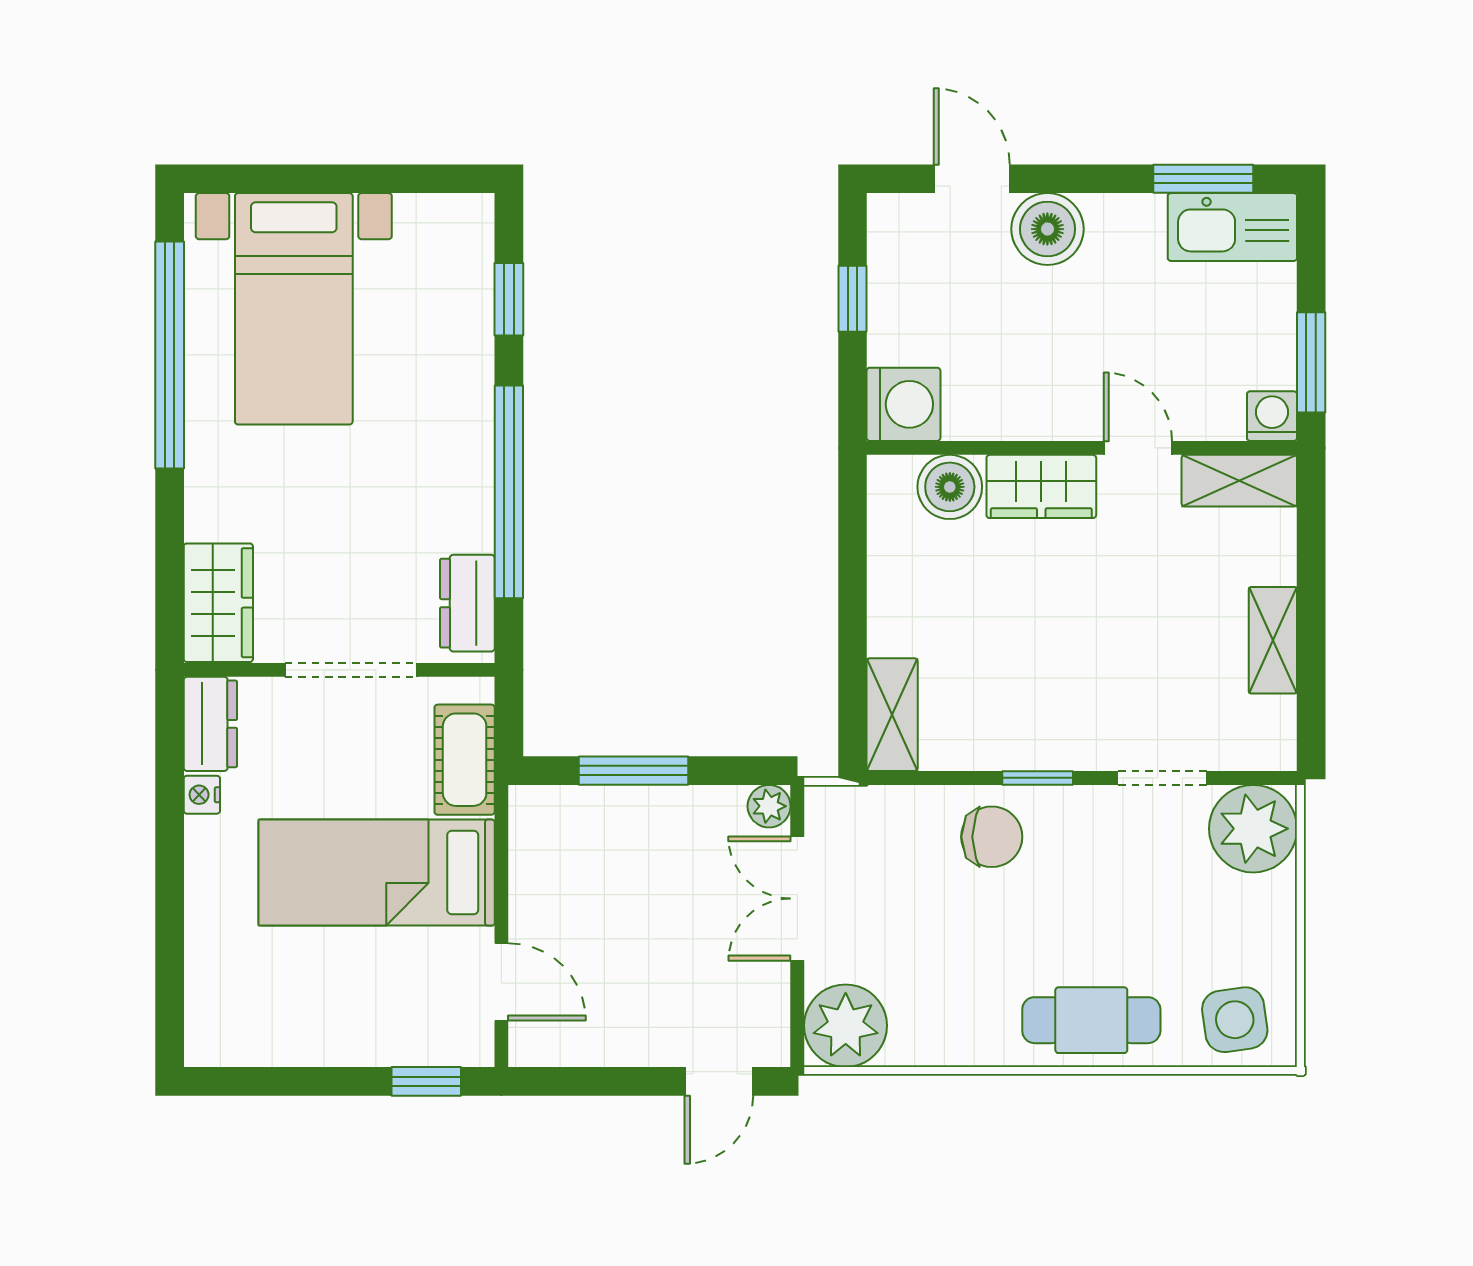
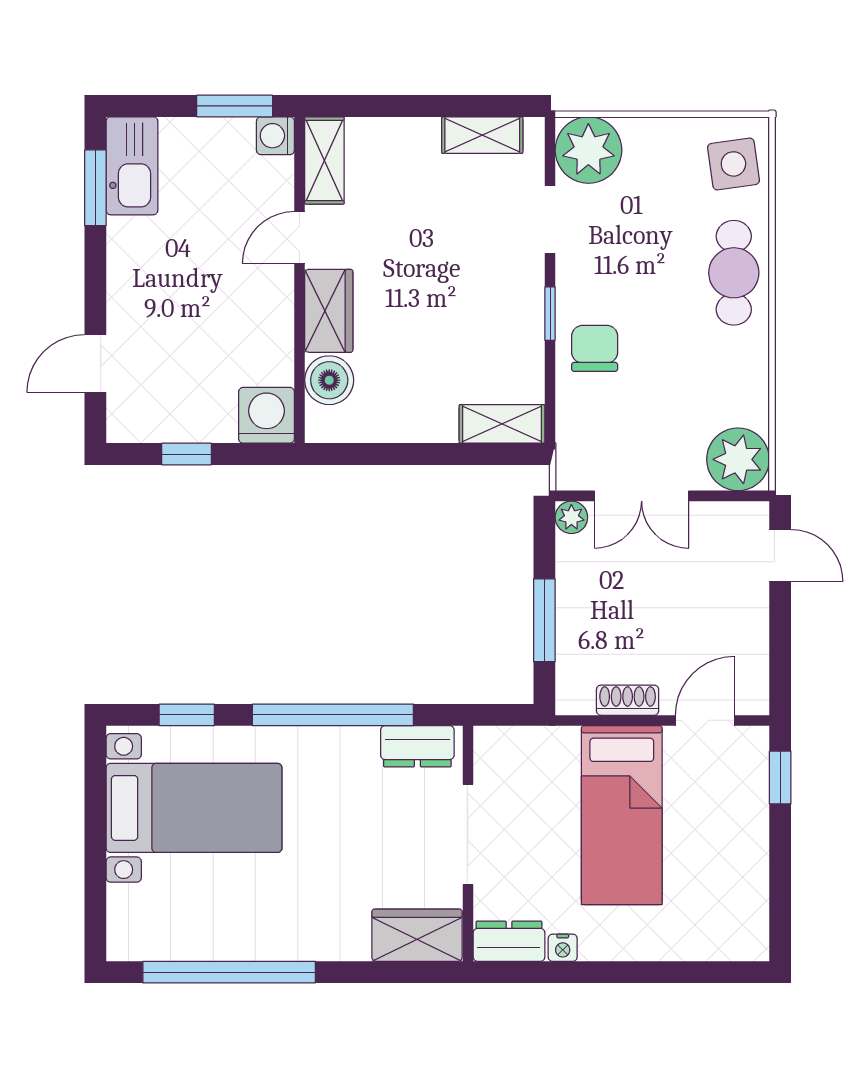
boiler: (1047, 229) -> (133, 306), removed
bed with nightstands: (294, 309) -> (194, 808), moved
shelving: (1273, 640) -> (482, 135), moved
cot: (465, 760) -> (536, 748), removed
shoe rack: (528, 880) -> (628, 700), added

